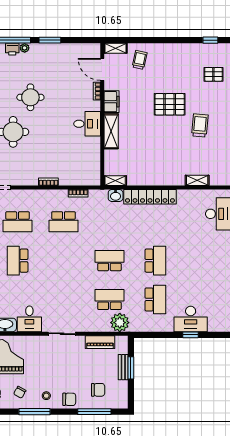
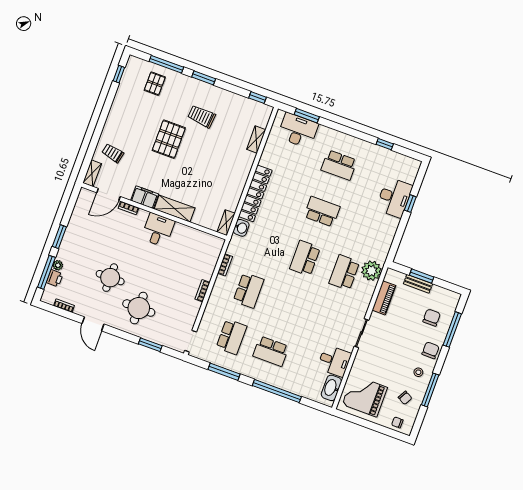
school desk: (155, 299) -> (339, 165), moved, turned 180

